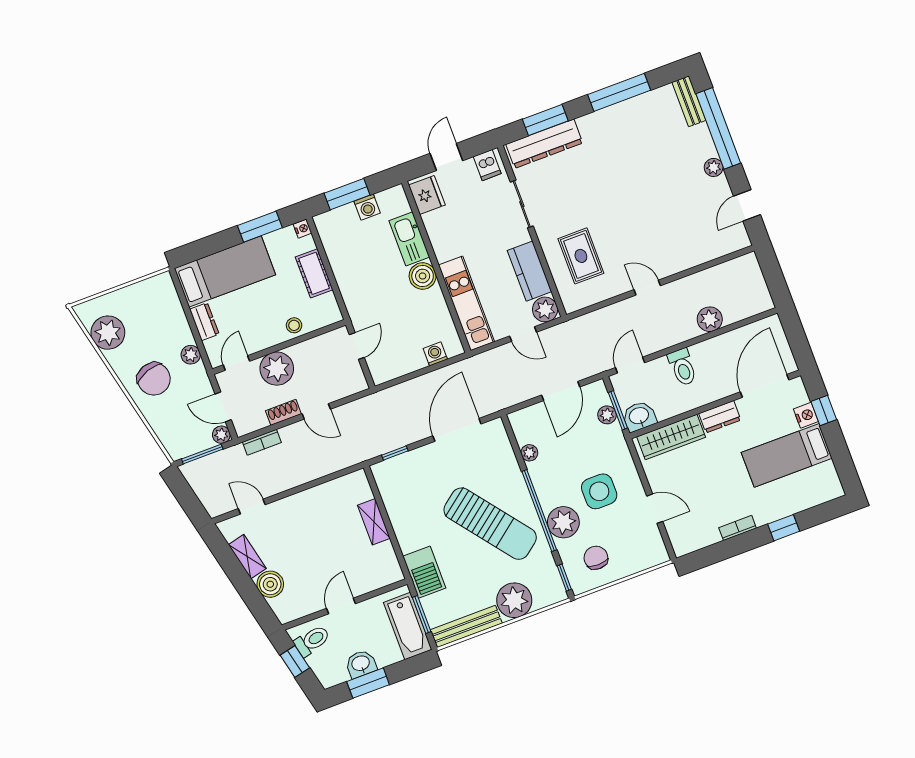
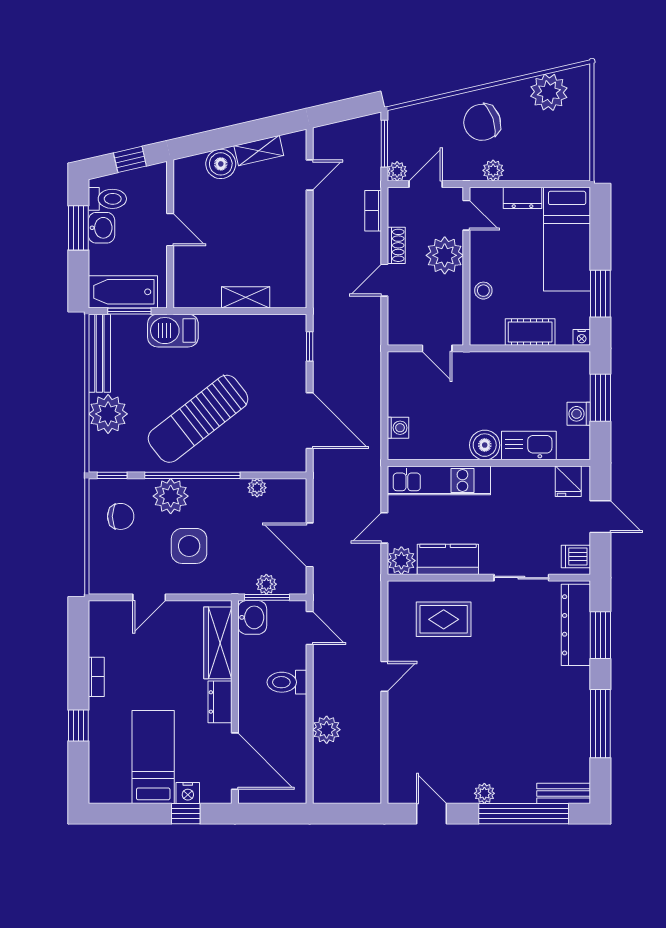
fridge: (427, 195) -> (568, 481), width x0.72
toilet: (312, 641) -> (107, 199), moved, turned -77

